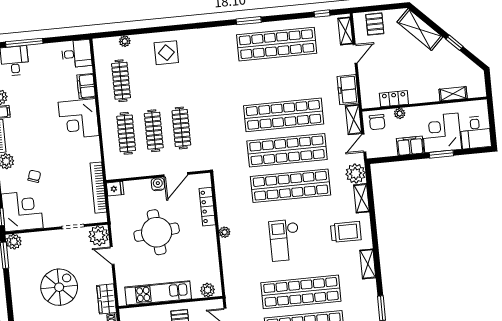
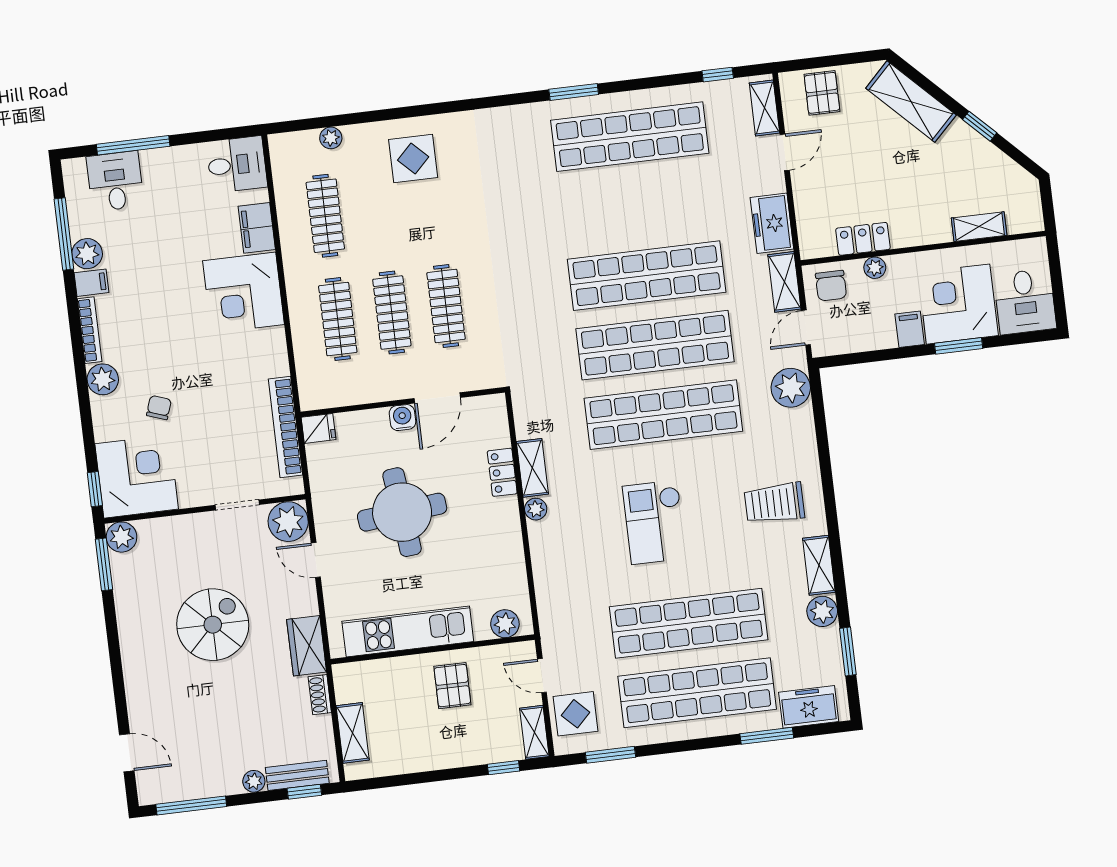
filing cabinet: (410, 146) -> (910, 329), width x0.50
shelving: (361, 198) -> (532, 468), moved
locker: (207, 207) -> (502, 472), width x0.66
trolley: (346, 232) -> (774, 503), turned 180
plant: (369, 287) -> (822, 611), added

